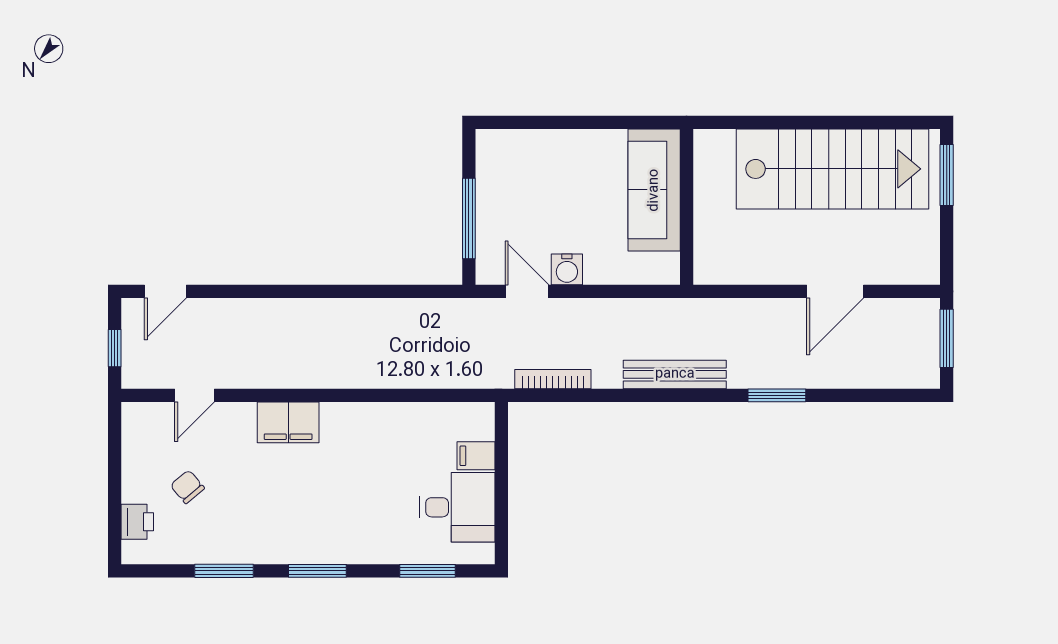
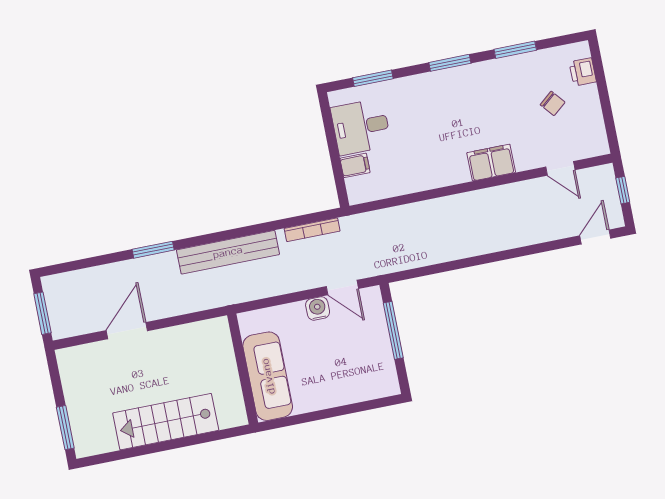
stairs: (832, 169) -> (166, 422), width x0.73, depth x0.66
bench: (675, 374) -> (228, 252), width x1.37, depth x1.21
door: (195, 395) -> (560, 168), swing flipped

